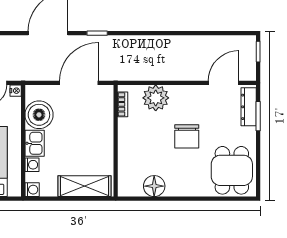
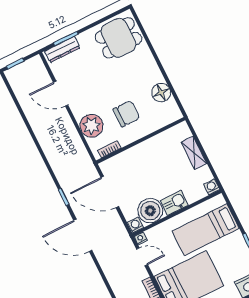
door: (224, 83) -> (61, 94), moved
chair: (187, 136) -> (126, 114), moved
washing machine: (32, 165) -> (136, 225), moved
shelving: (84, 186) -> (194, 153), width x0.67, depth x0.75

